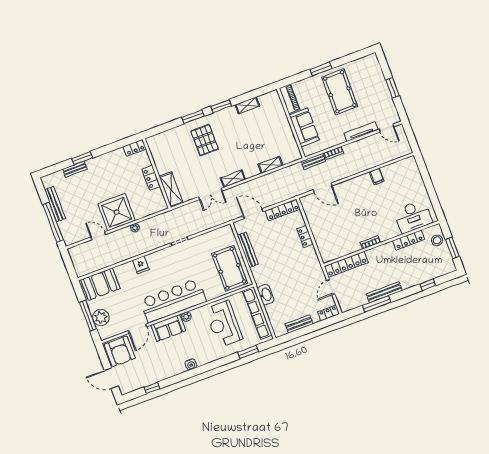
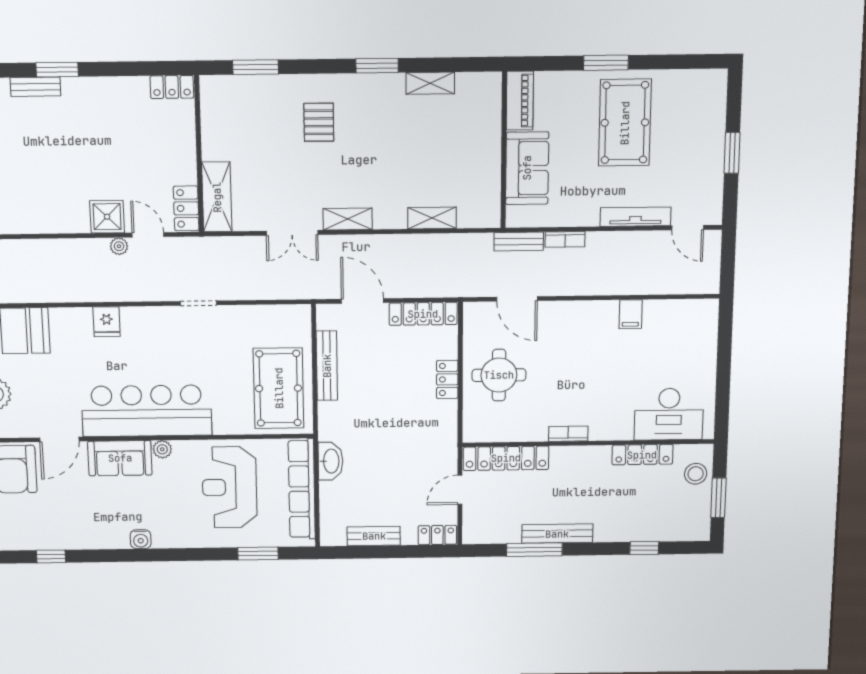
window: (193, 117) -> (256, 67), moved
pallet: (205, 140) -> (319, 122), width x0.67, depth x0.71
locker: (151, 178) -> (186, 208), moved
shower: (117, 212) -> (107, 217), width x0.54, depth x0.54
round table: (328, 226) -> (499, 375), added
door: (98, 236) -> (148, 235), moved

